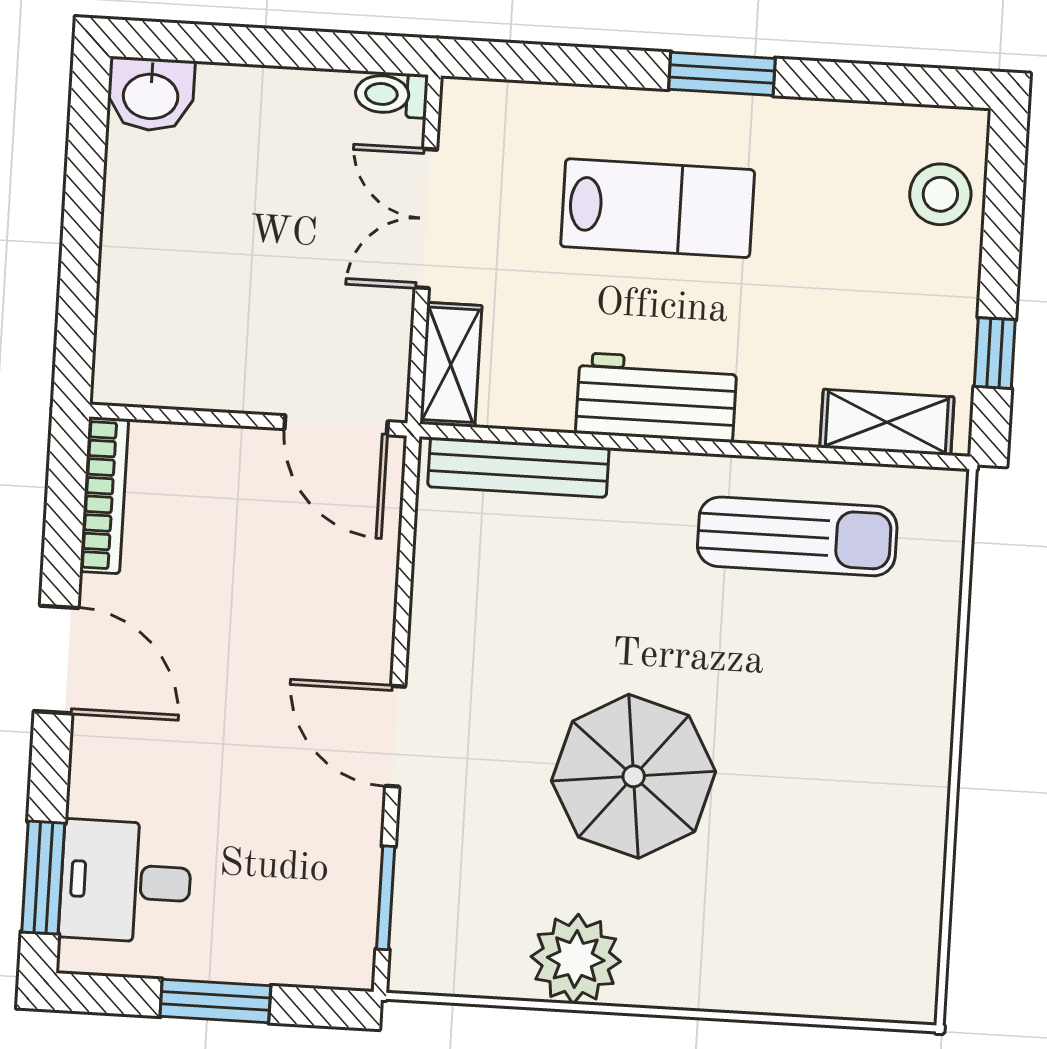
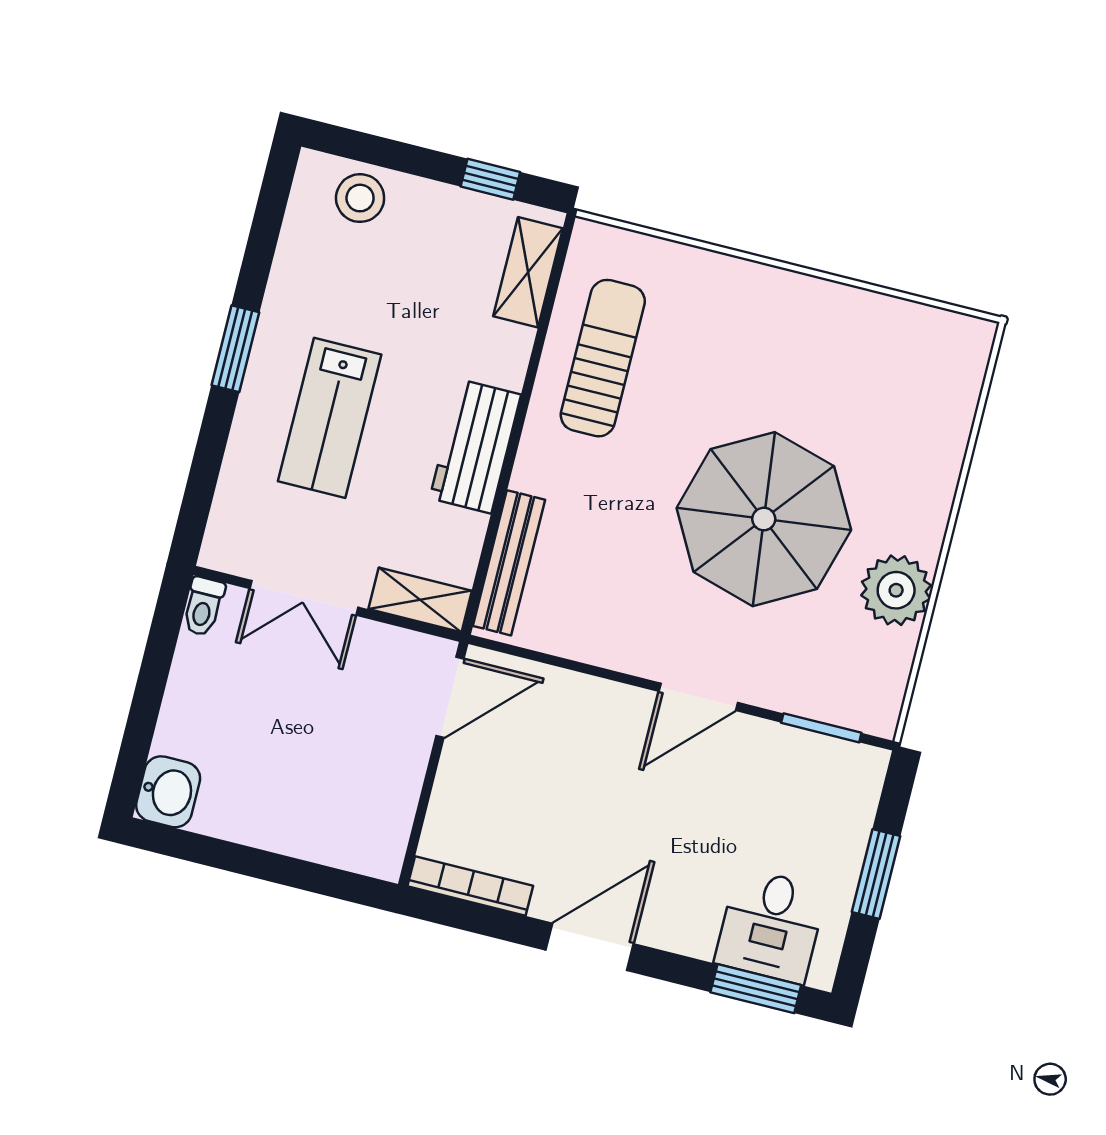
lab bench: (658, 208) -> (330, 418), turned 180
parasol: (634, 776) -> (764, 519), width x1.36, depth x1.36

